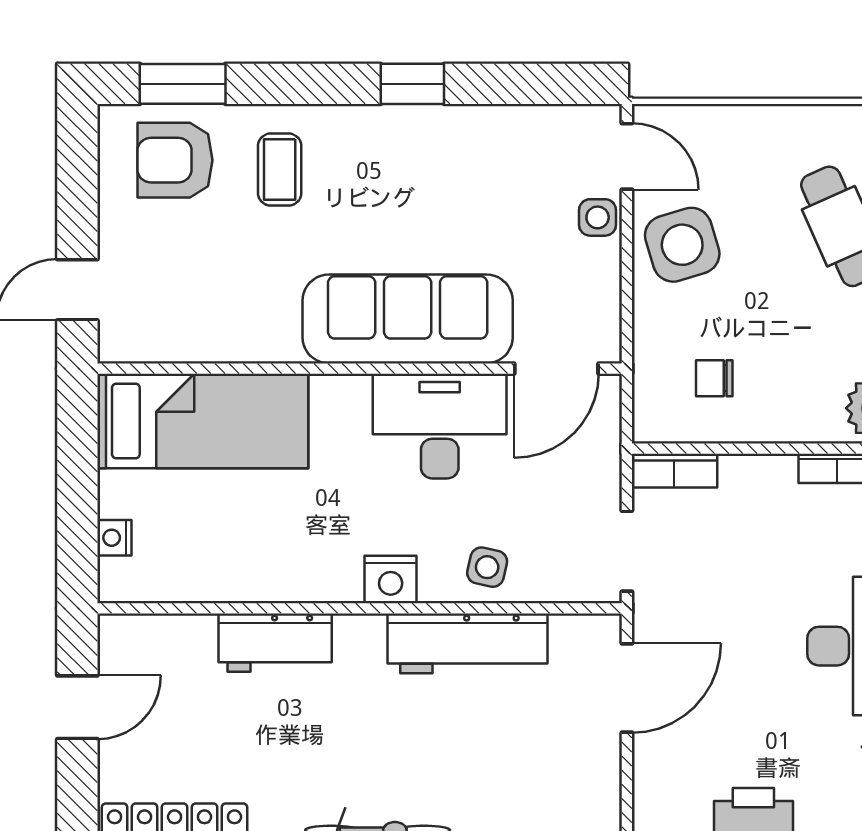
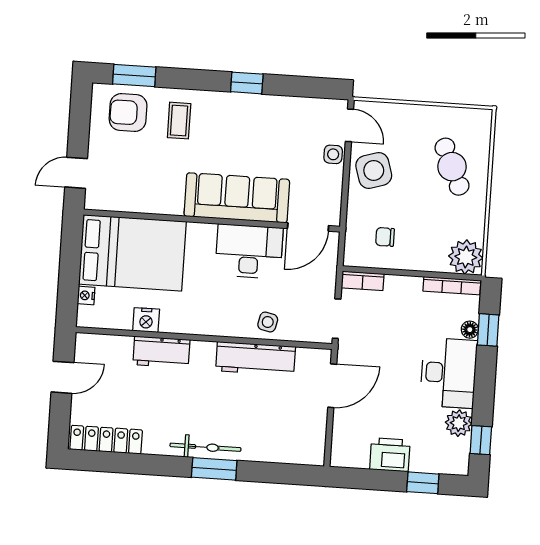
bed: (203, 421) -> (132, 253), width x1.50
nightstand: (391, 580) -> (146, 320), moved

